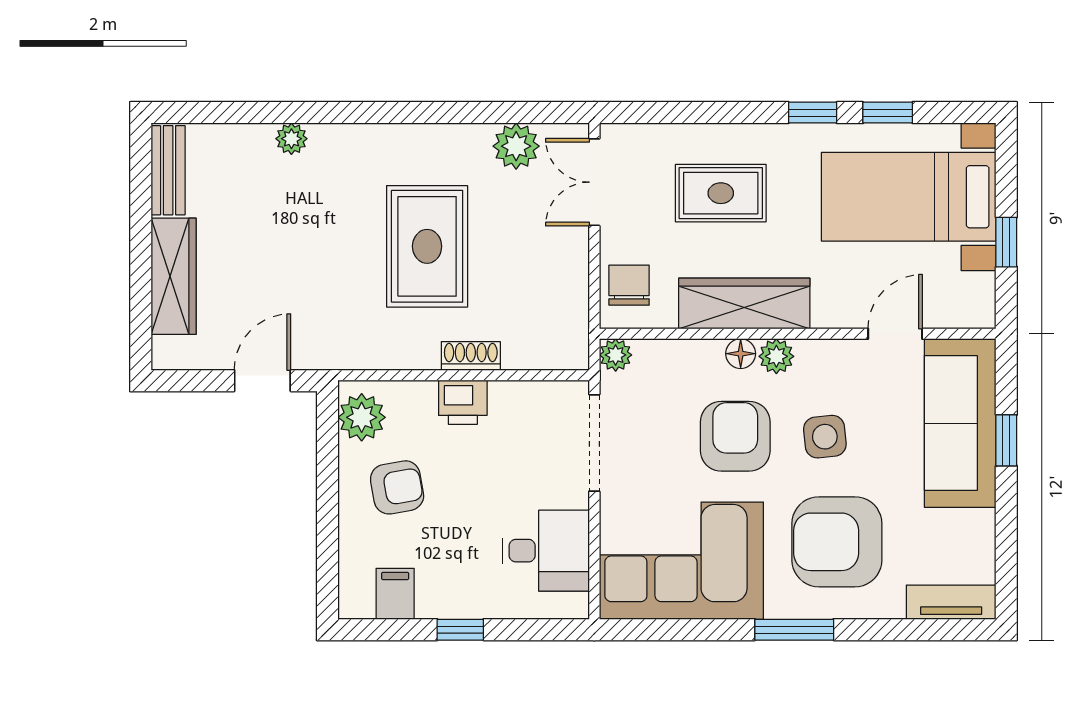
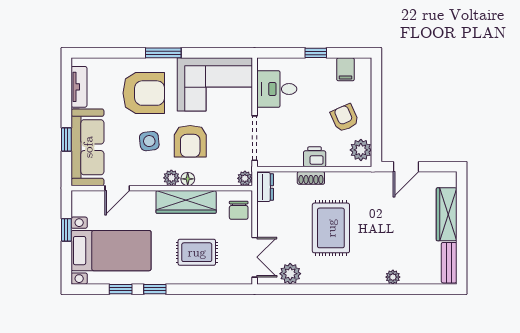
dresser: (571, 336) -> (265, 187), added
armchair: (397, 487) -> (345, 118), turned 76
tv unit: (951, 602) -> (79, 87), moved, turned -90

